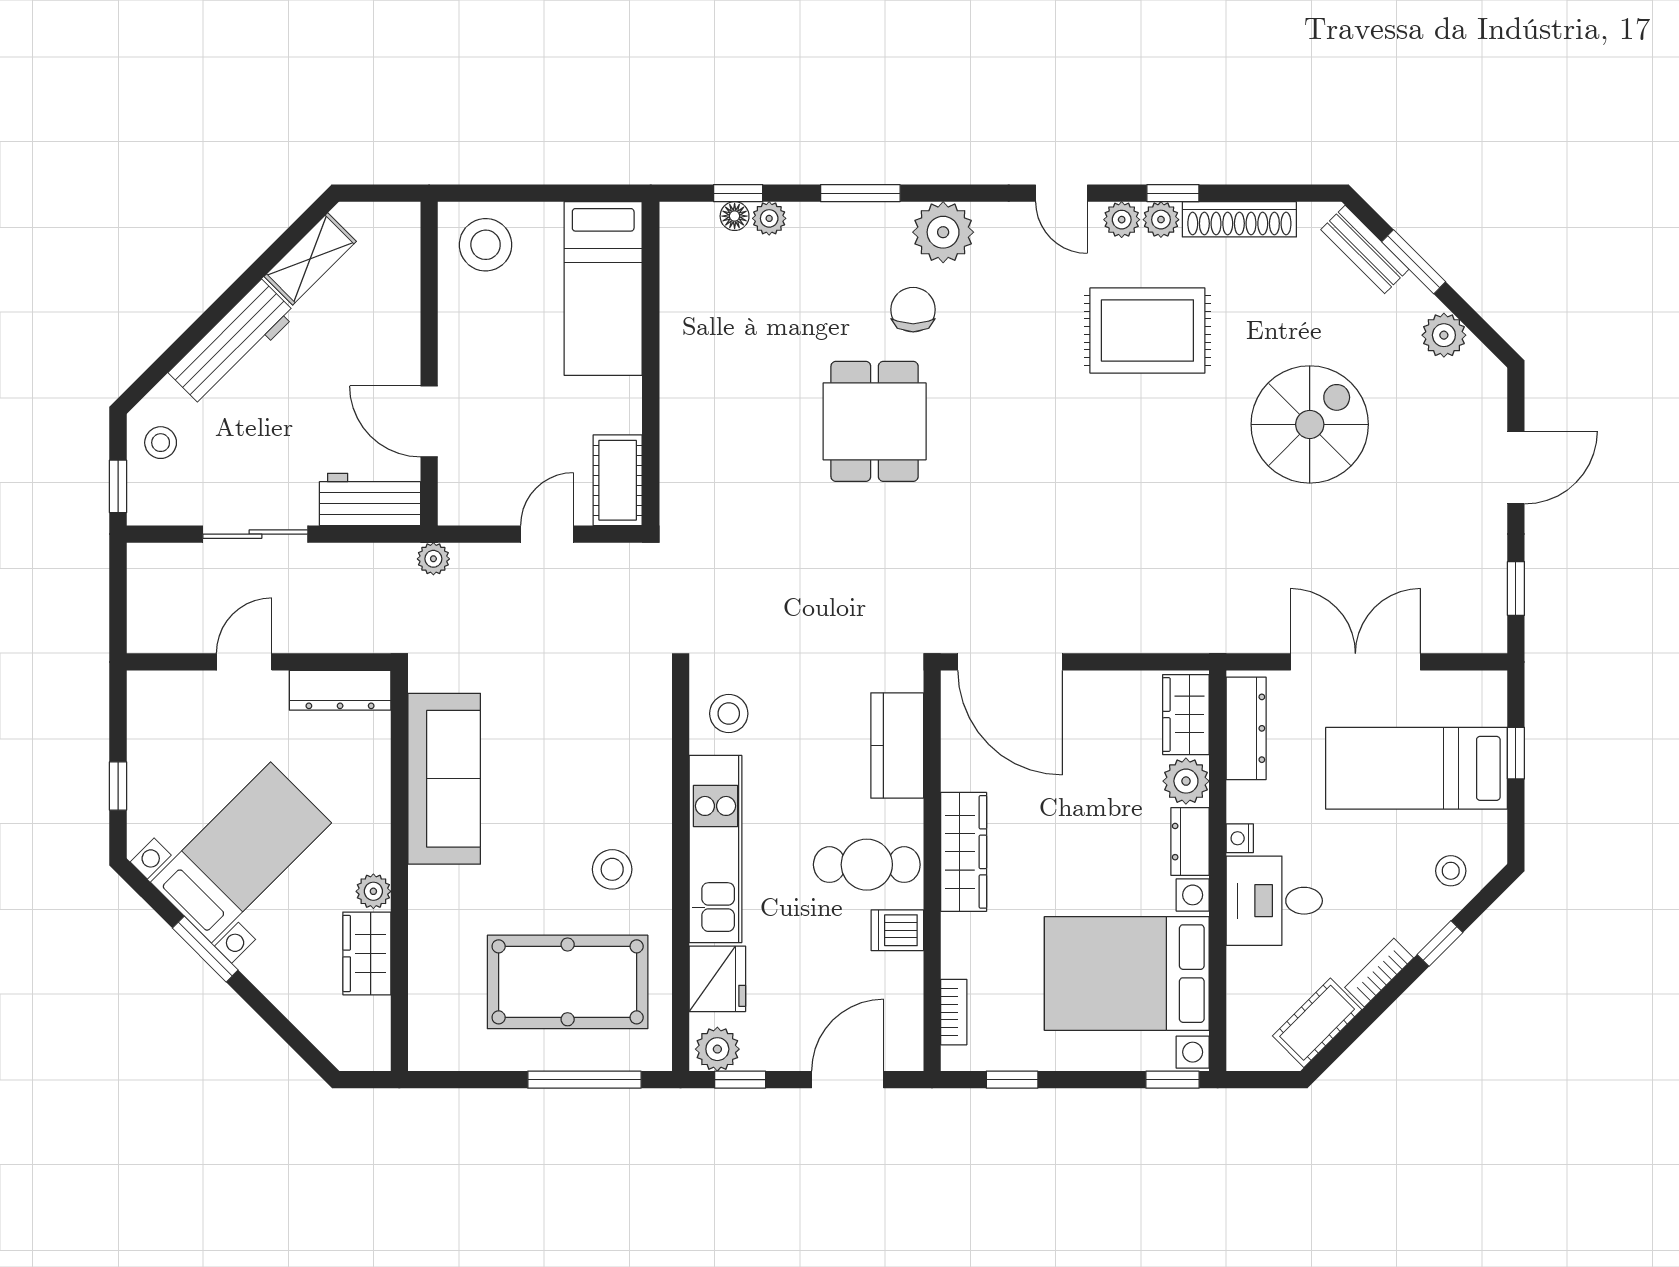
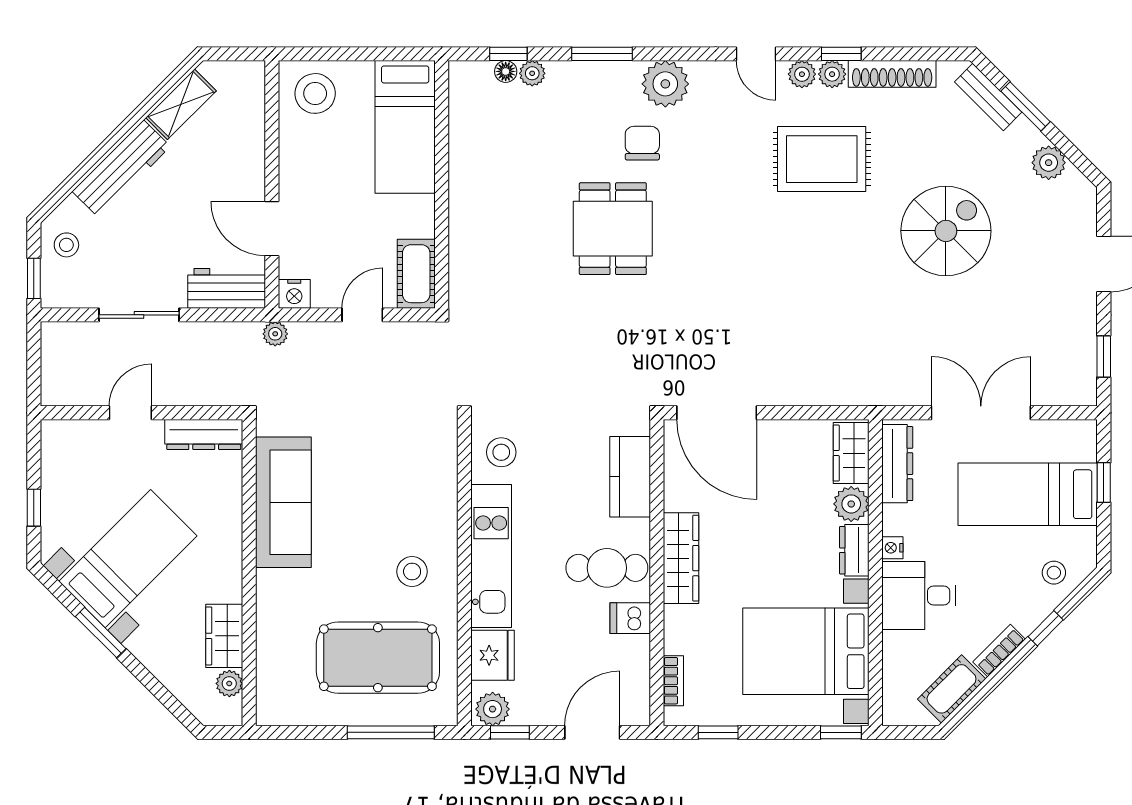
nightstand: (458, 507) -> (294, 294), added
plant: (373, 891) -> (229, 683), moved

